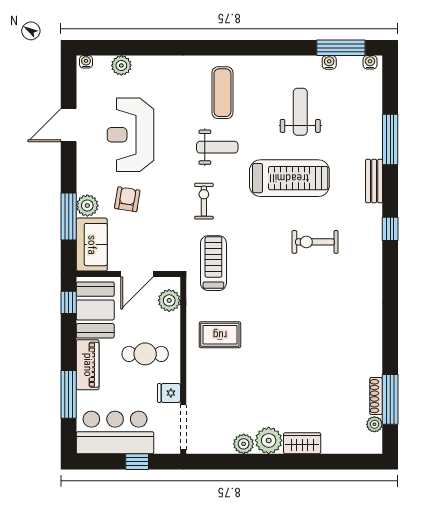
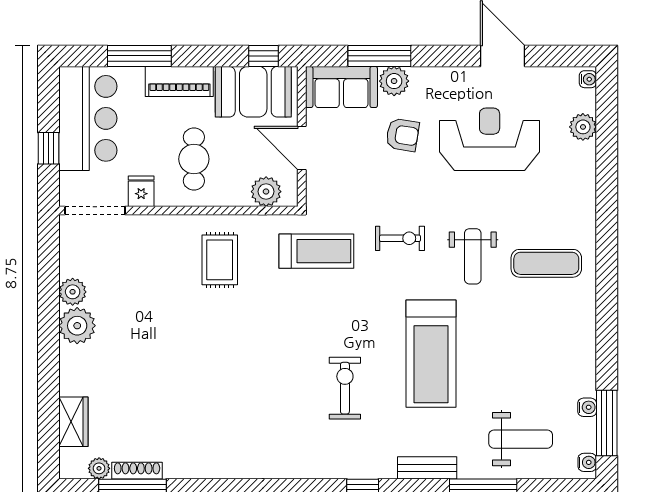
weight bench: (300, 112) -> (521, 439), moved
wardrobe: (302, 443) -> (73, 422), moved

